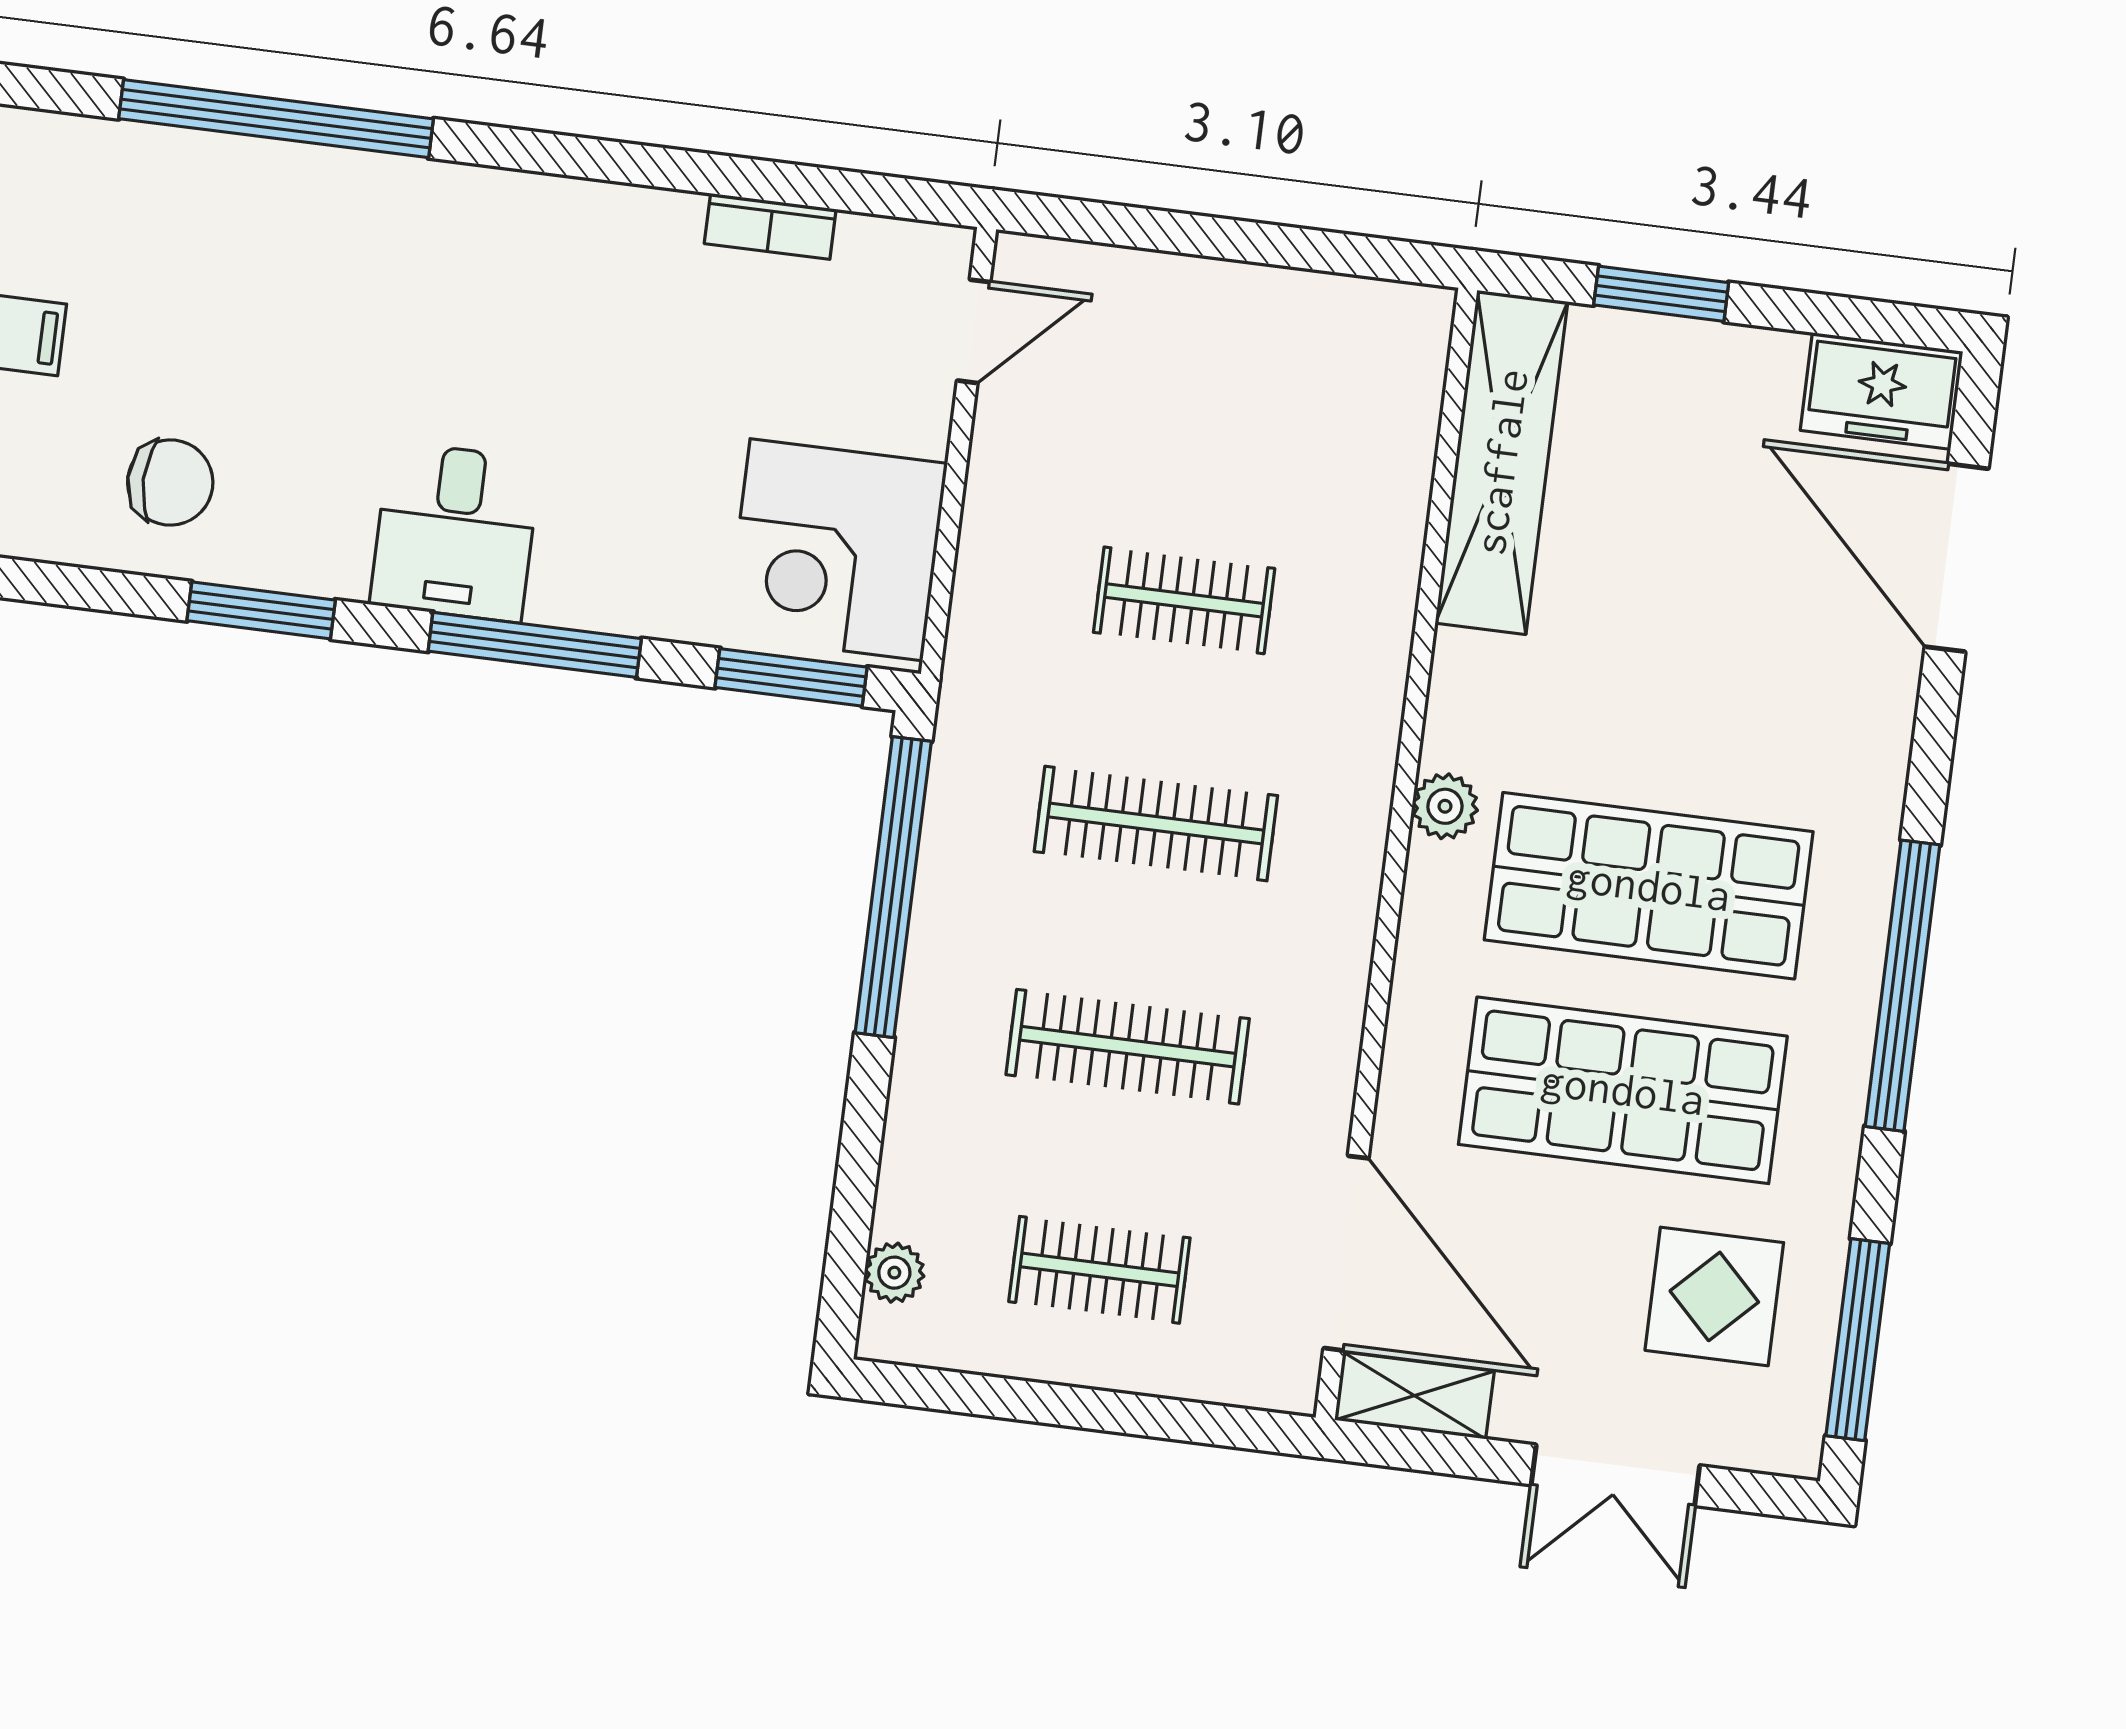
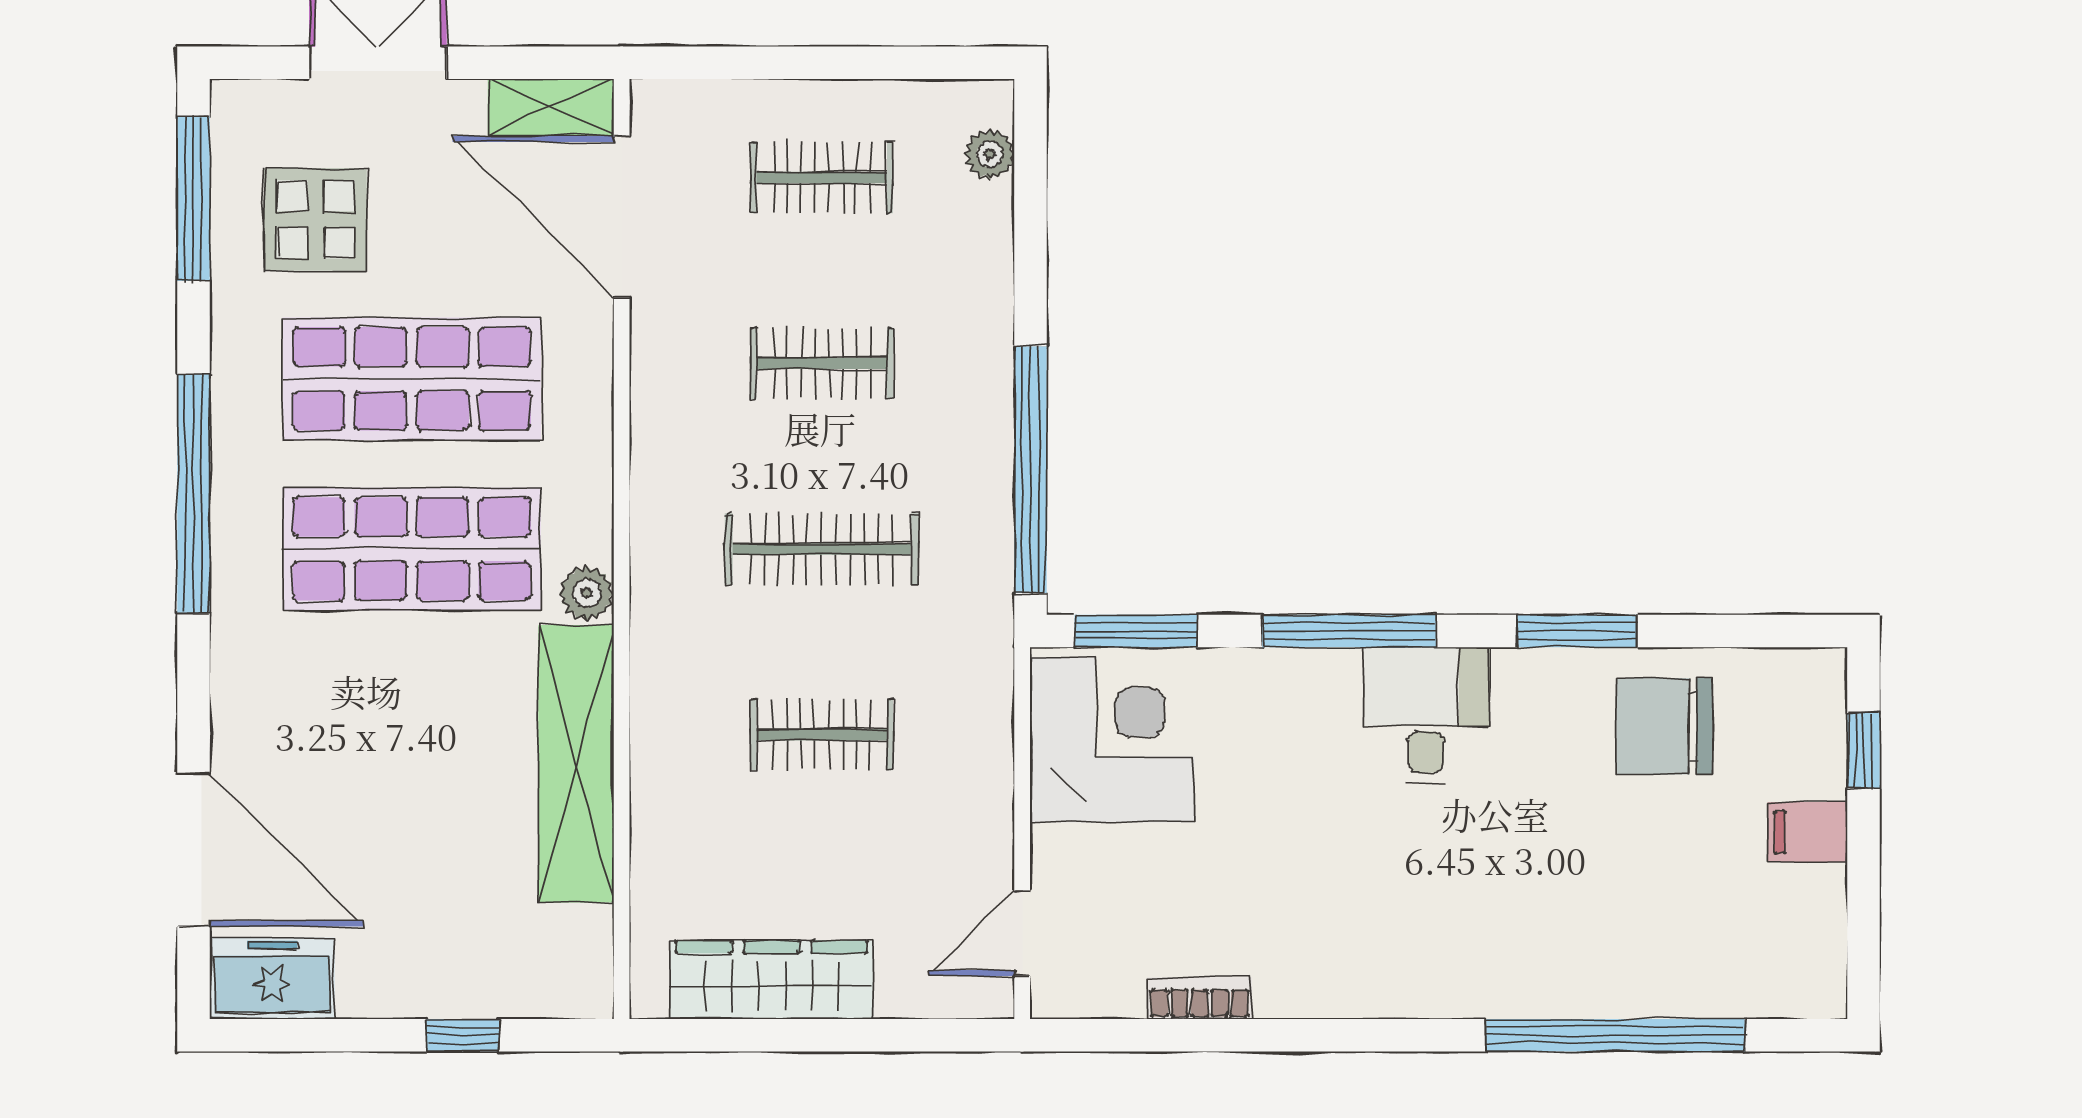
window: (1661, 294) -> (463, 1035), width x0.67
wardrobe: (1282, 313) -> (772, 980), added
shelving: (1501, 462) -> (576, 764), moved
chair: (170, 482) -> (1664, 726), width x1.37, depth x1.37
clothes rail: (1128, 1047) -> (822, 363), width x0.73

